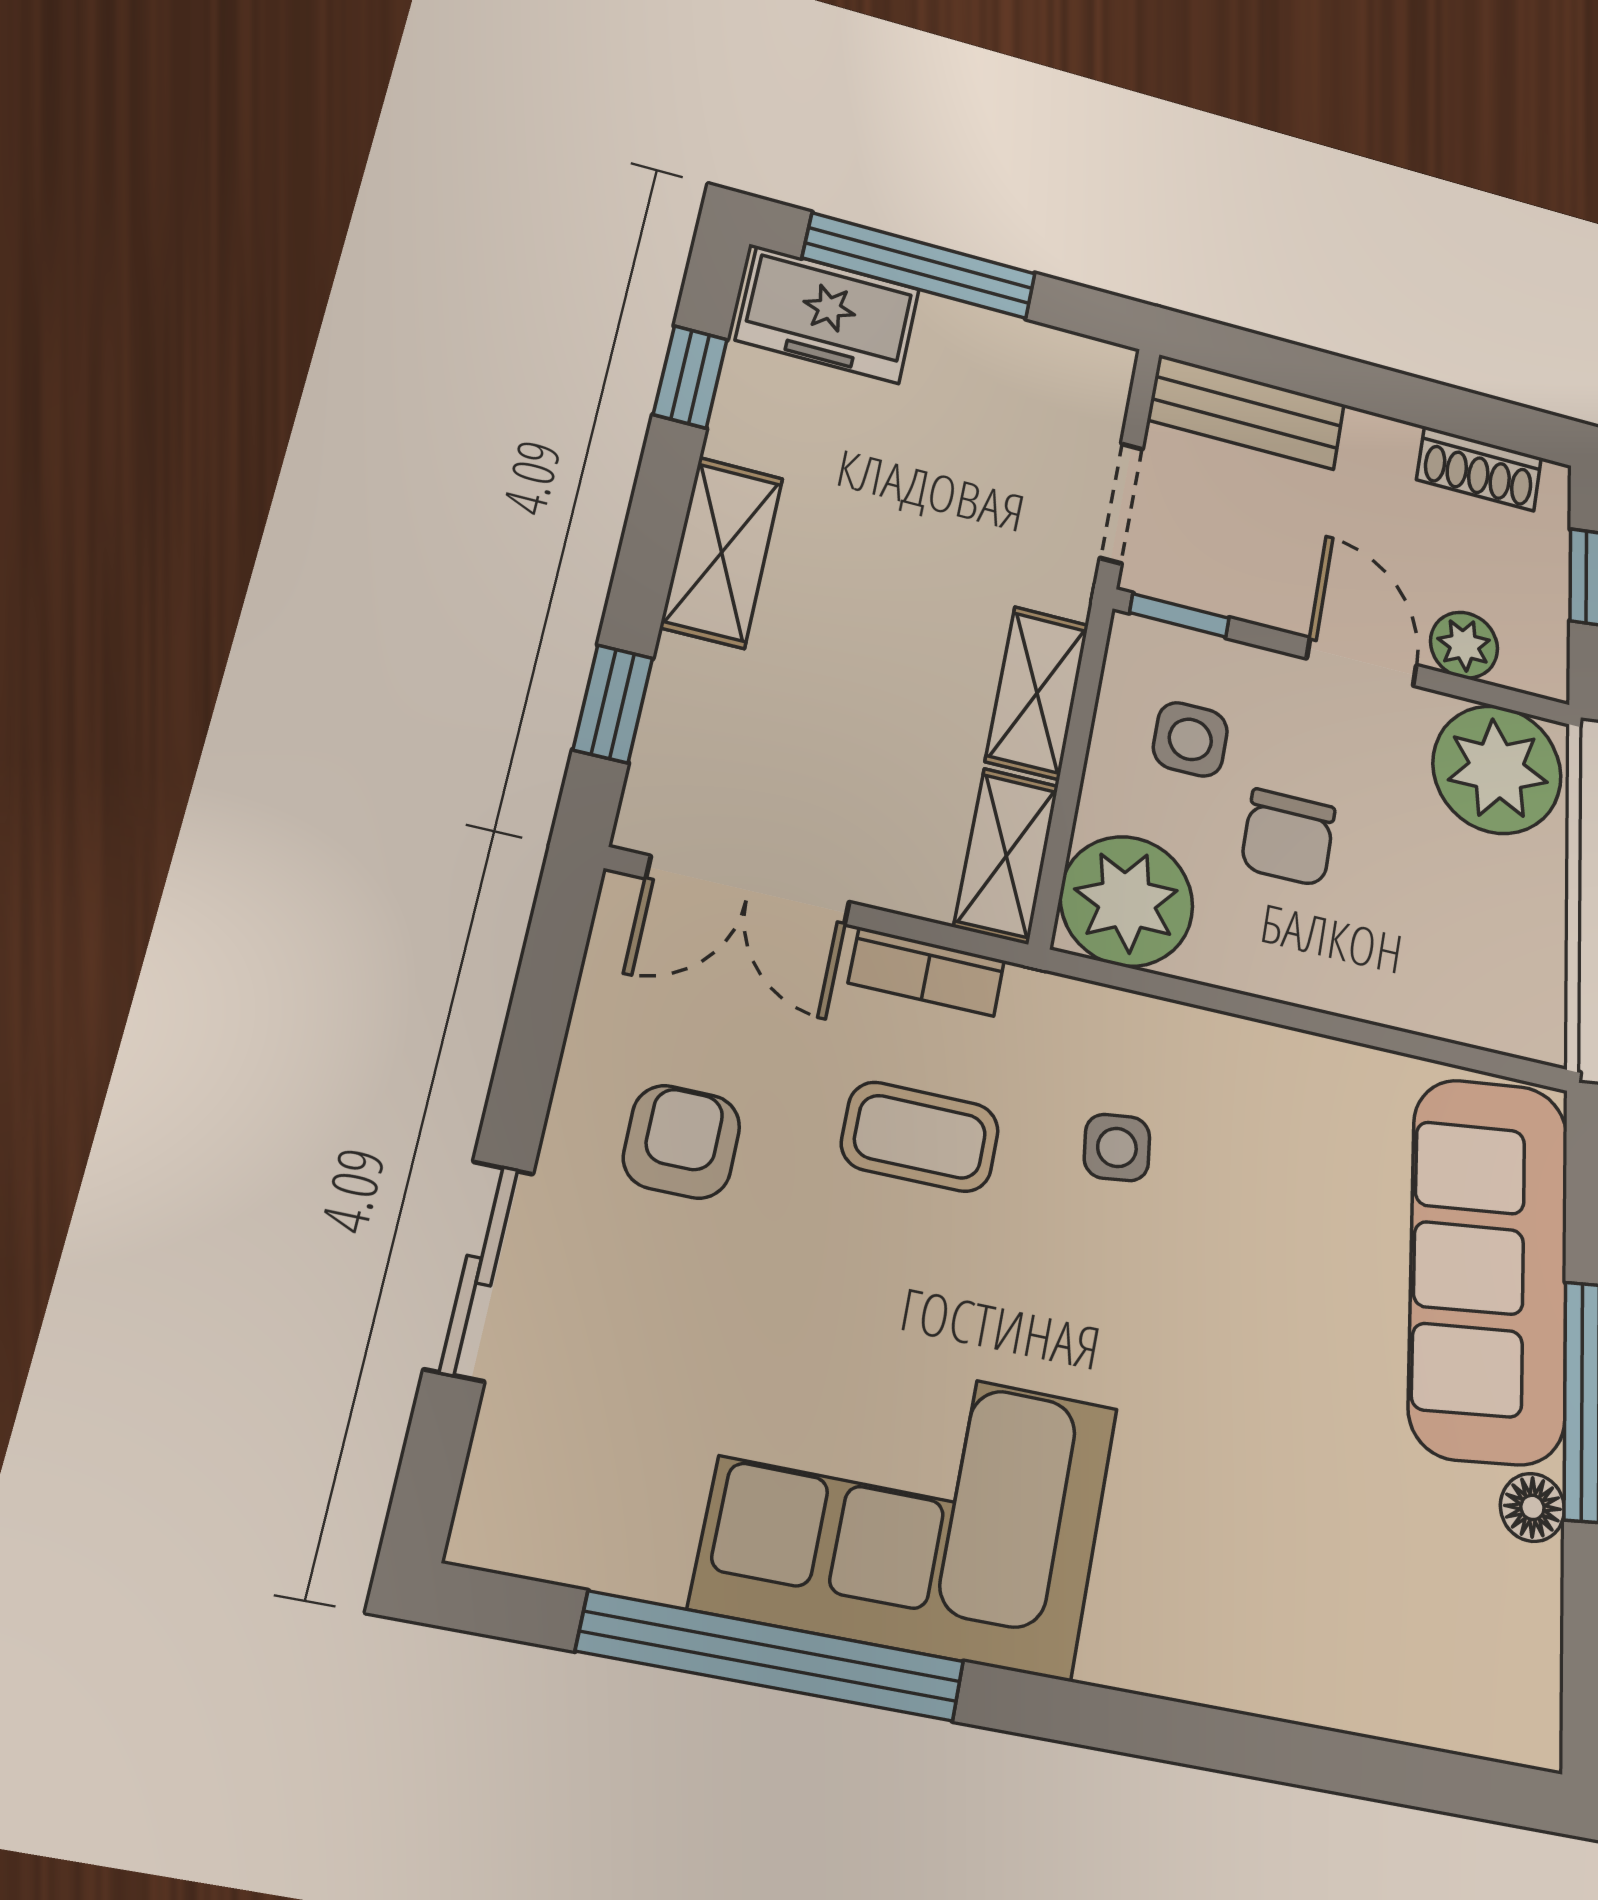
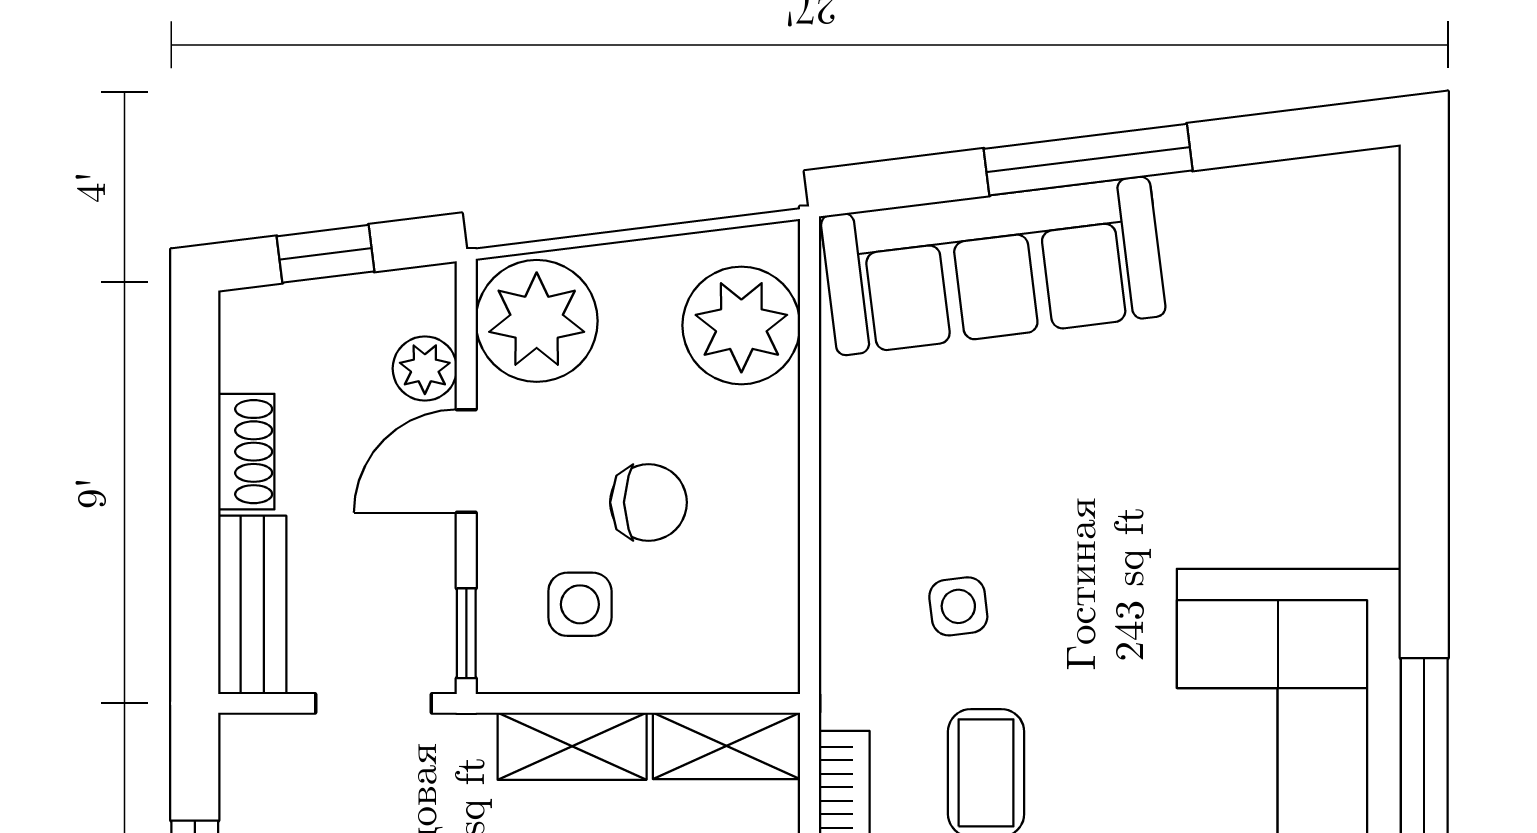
shoe rack: (1479, 469) -> (246, 452), moved
plant: (1127, 901) -> (741, 325), moved
floor lamp: (1532, 1507) -> (1187, 200), removed

